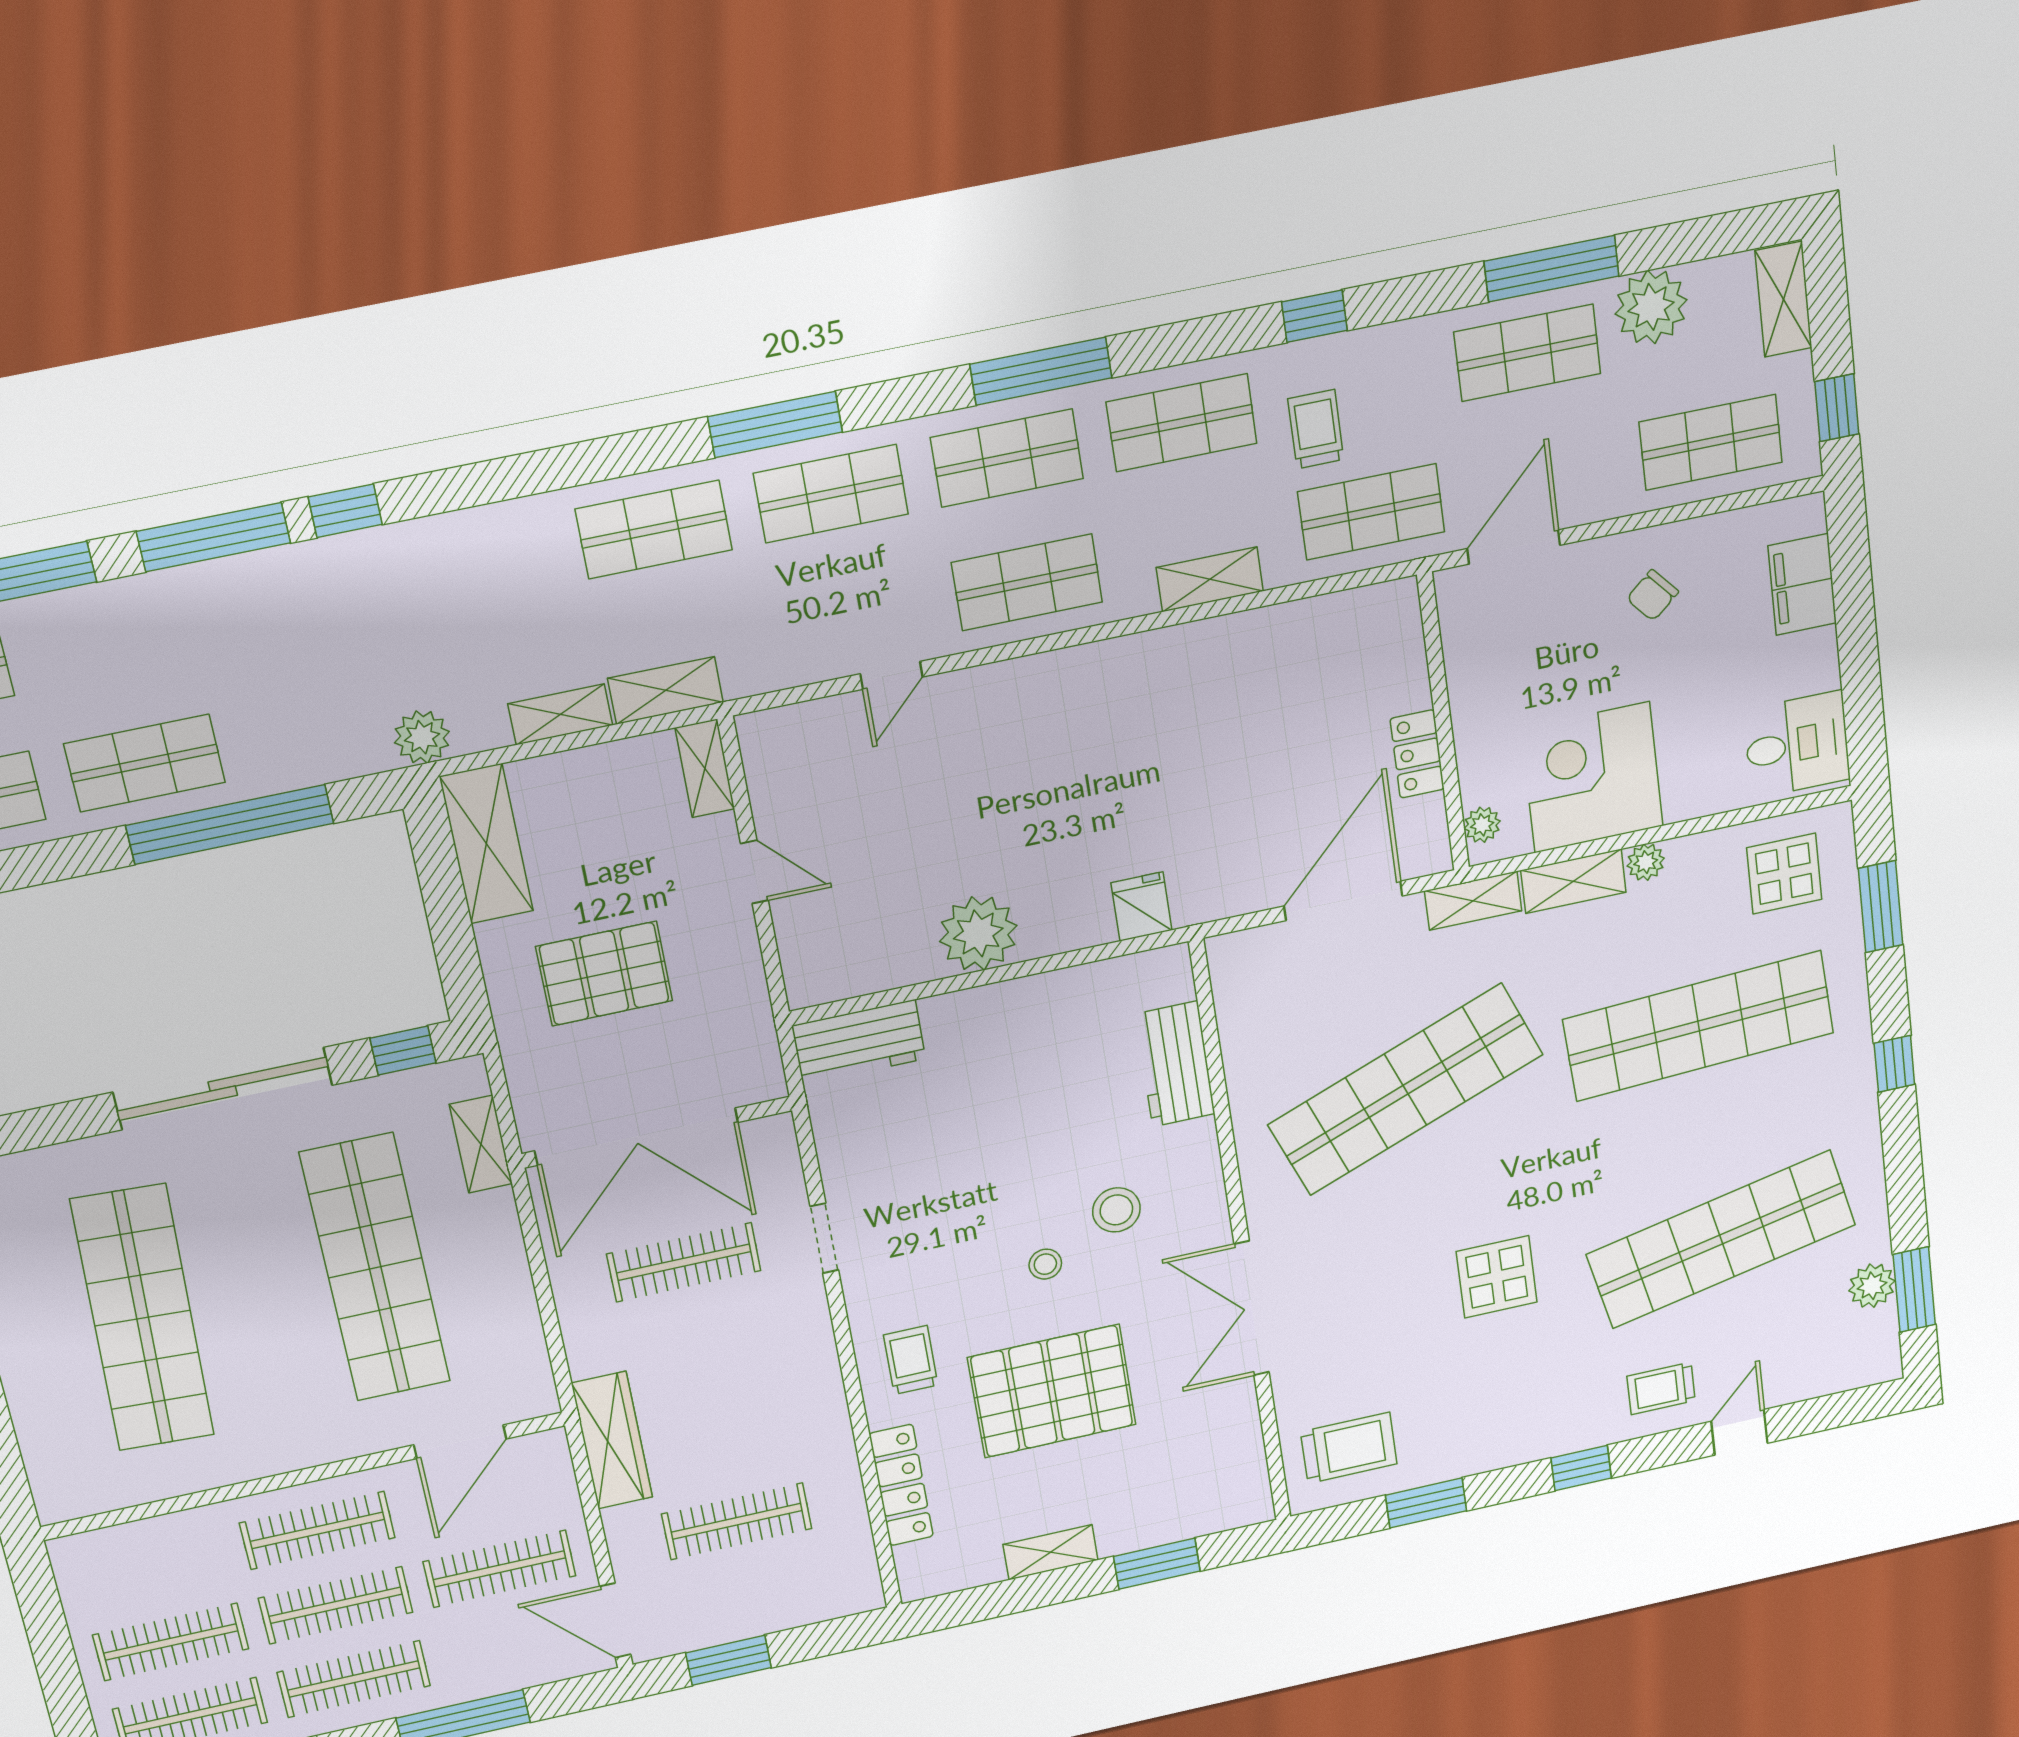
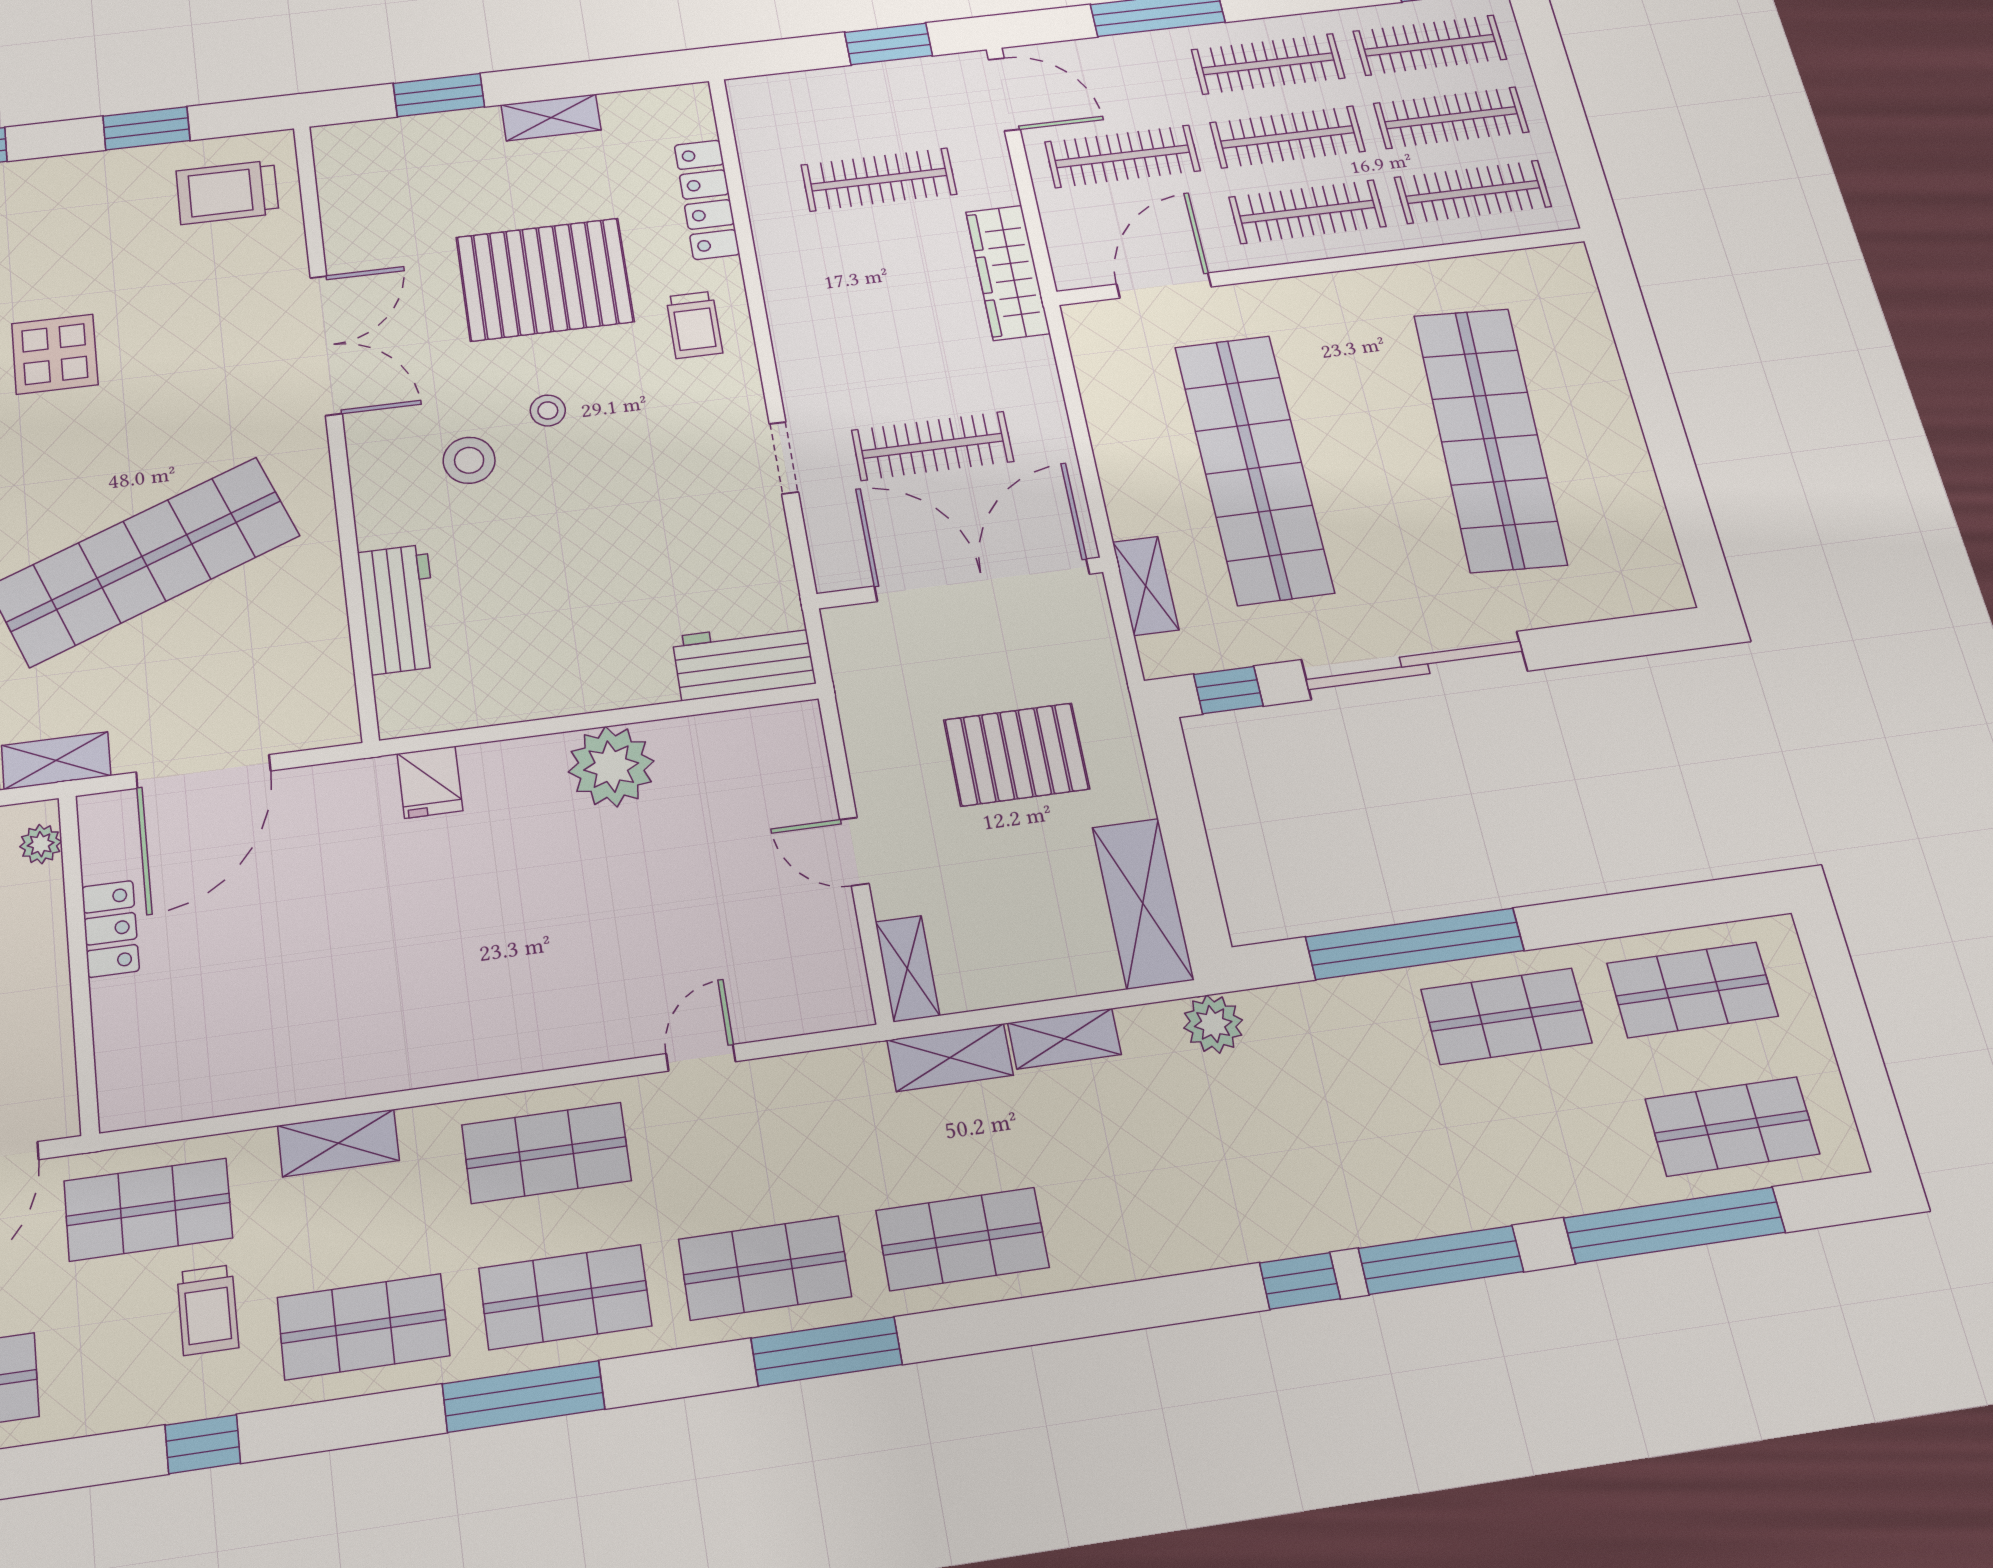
clothes rail: (151, 1567) -> (1473, 192), added

